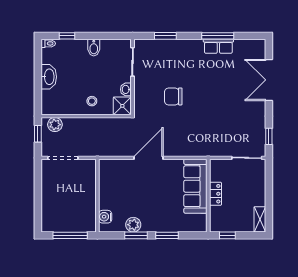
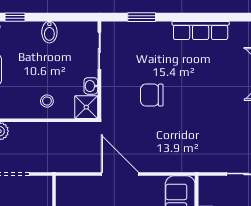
window: (218, 36) -> (209, 17), removed
row of seats: (218, 46) -> (201, 30), width x1.48
door: (149, 158) -> (120, 174), hinge flipped

